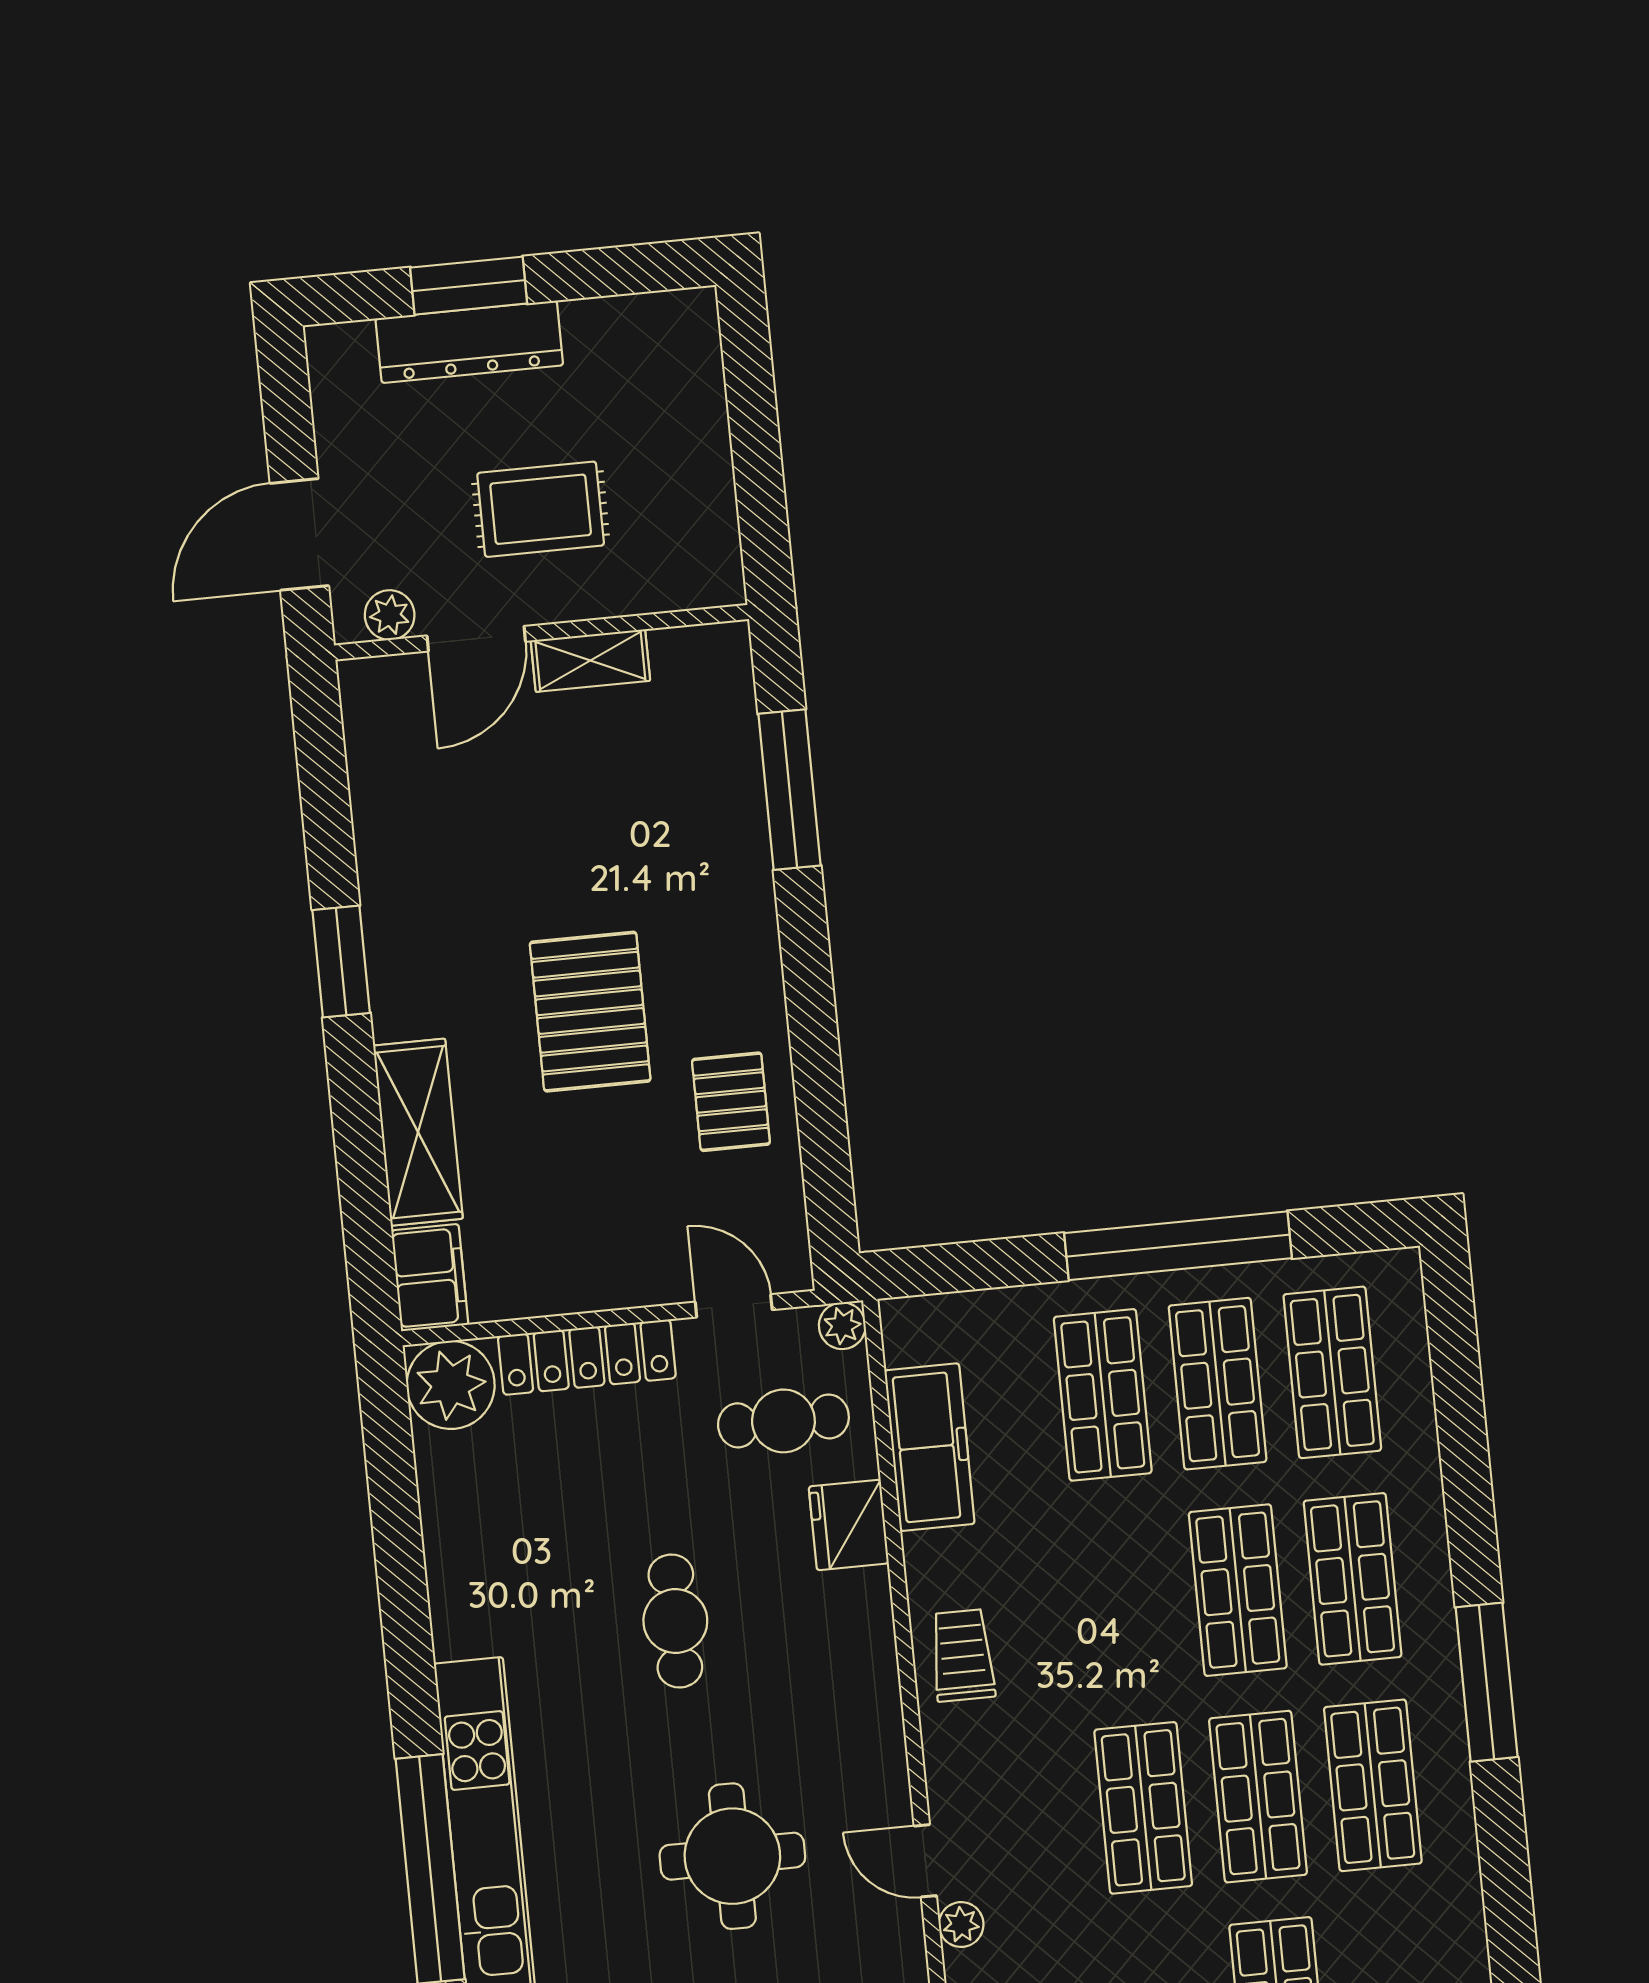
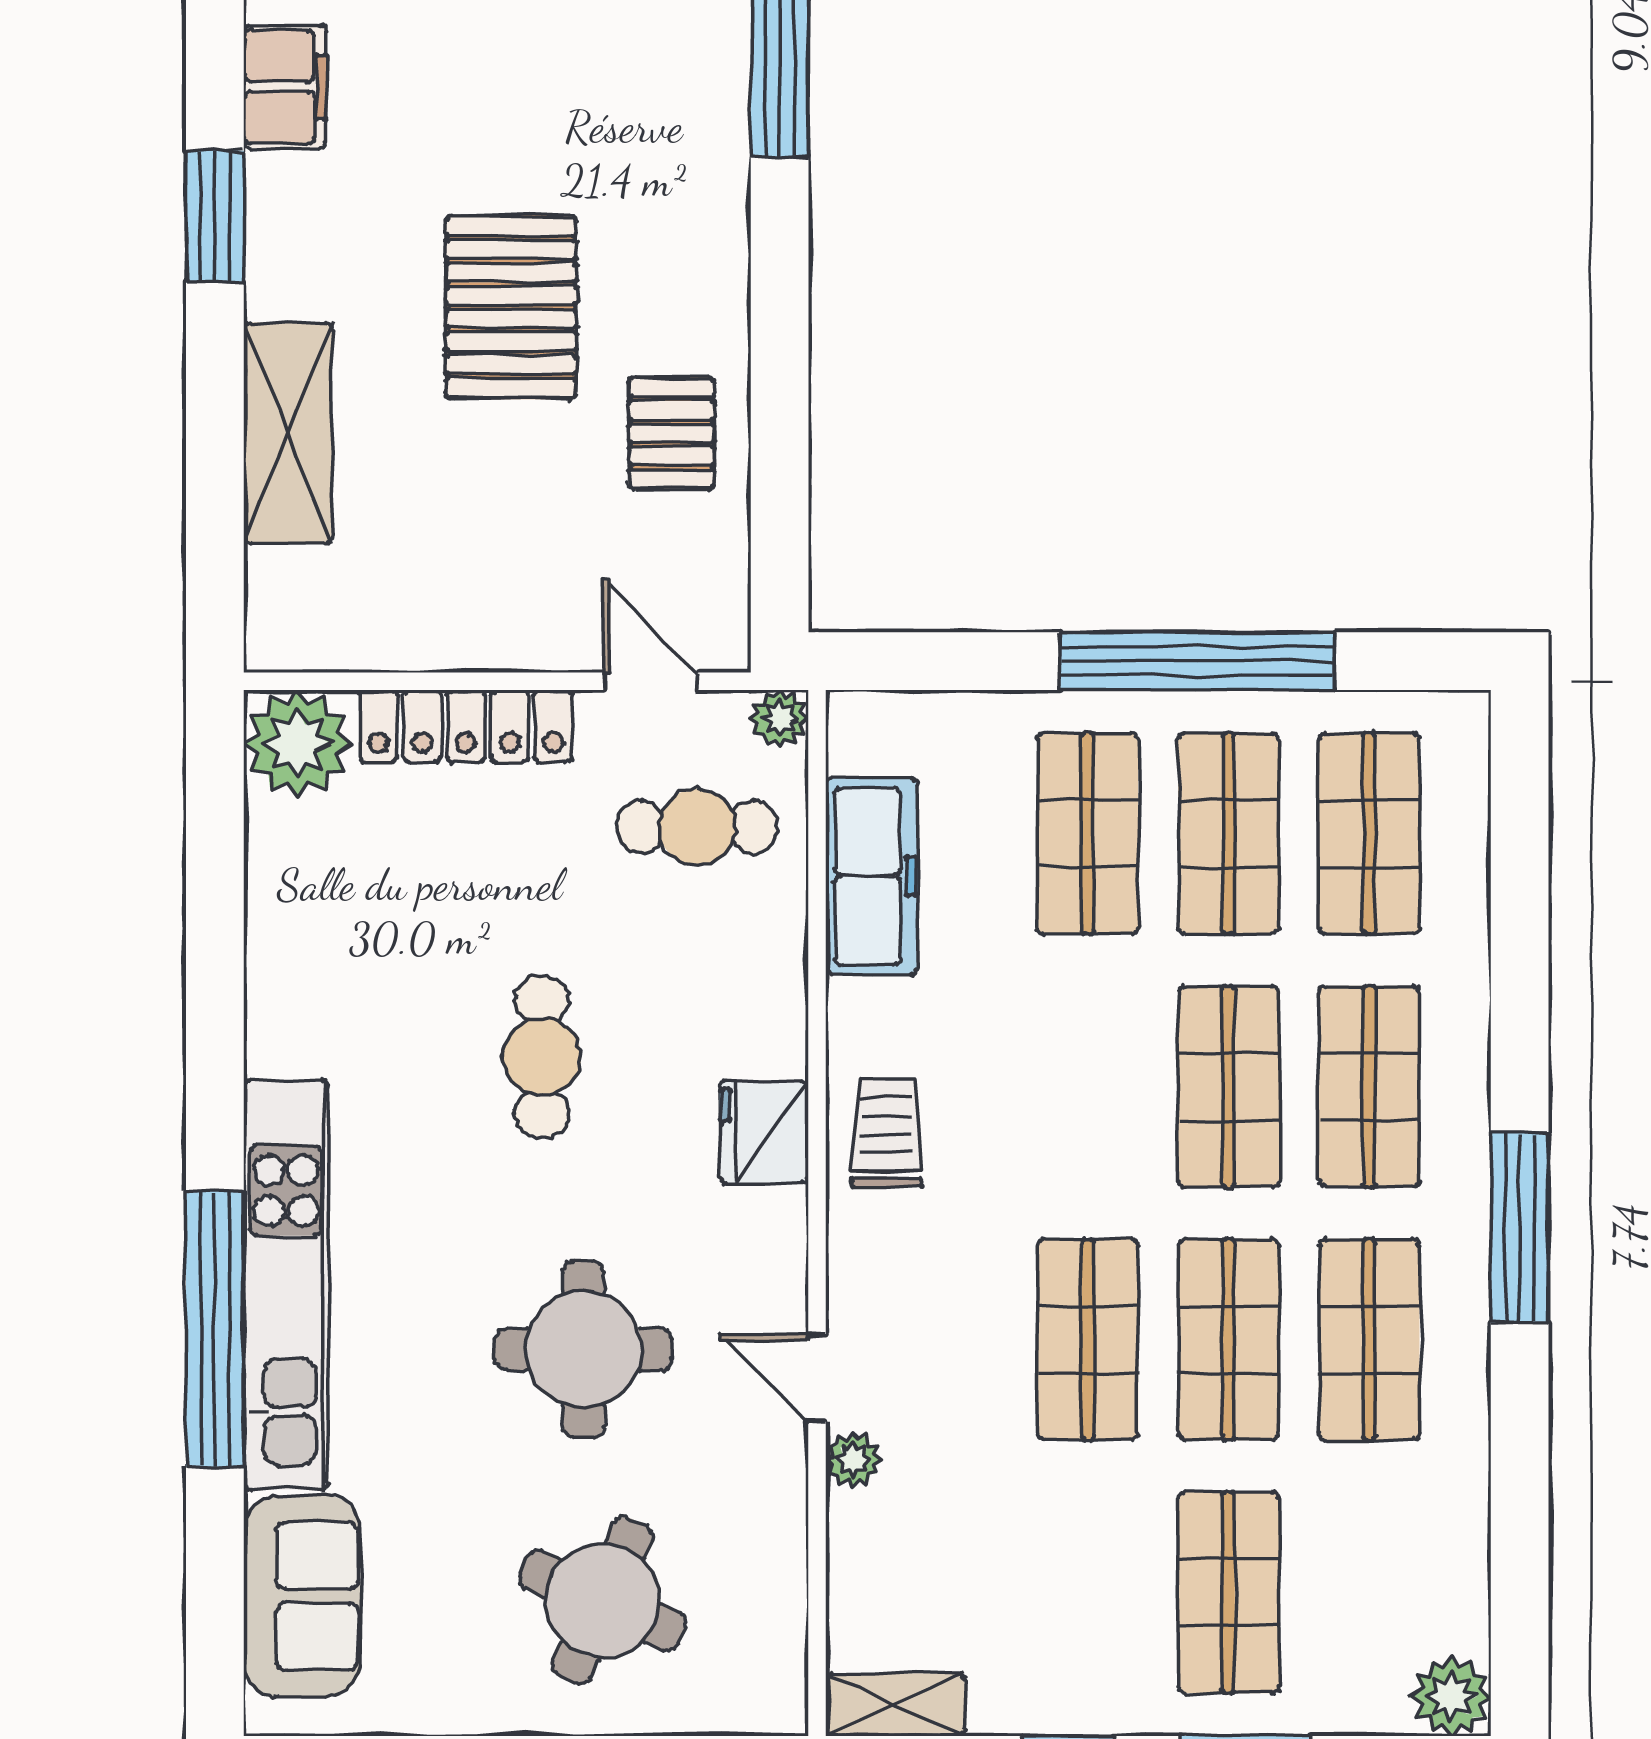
filing cabinet: (430, 1278) -> (285, 87), moved
fridge: (849, 1525) -> (764, 1132), moved

